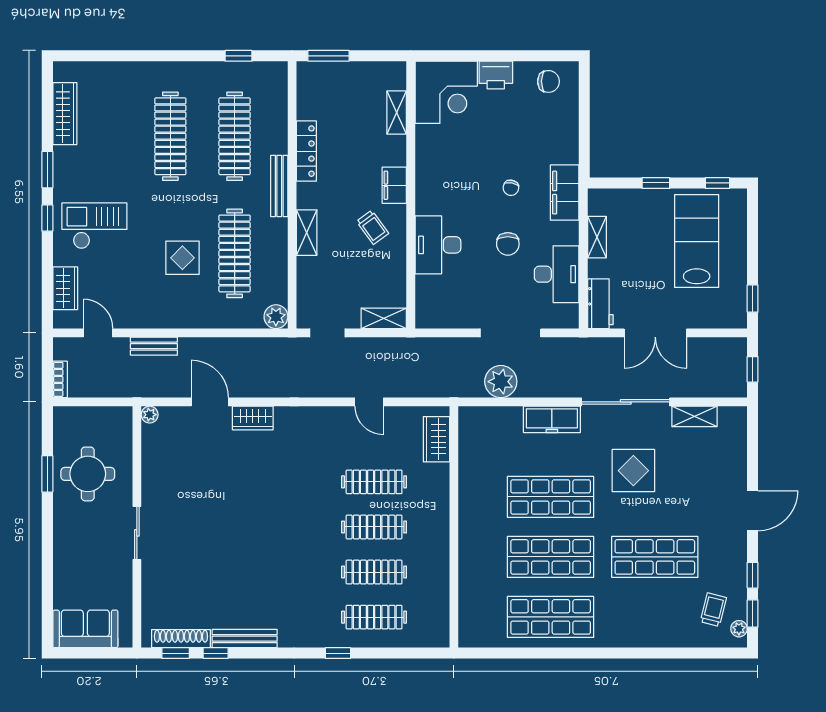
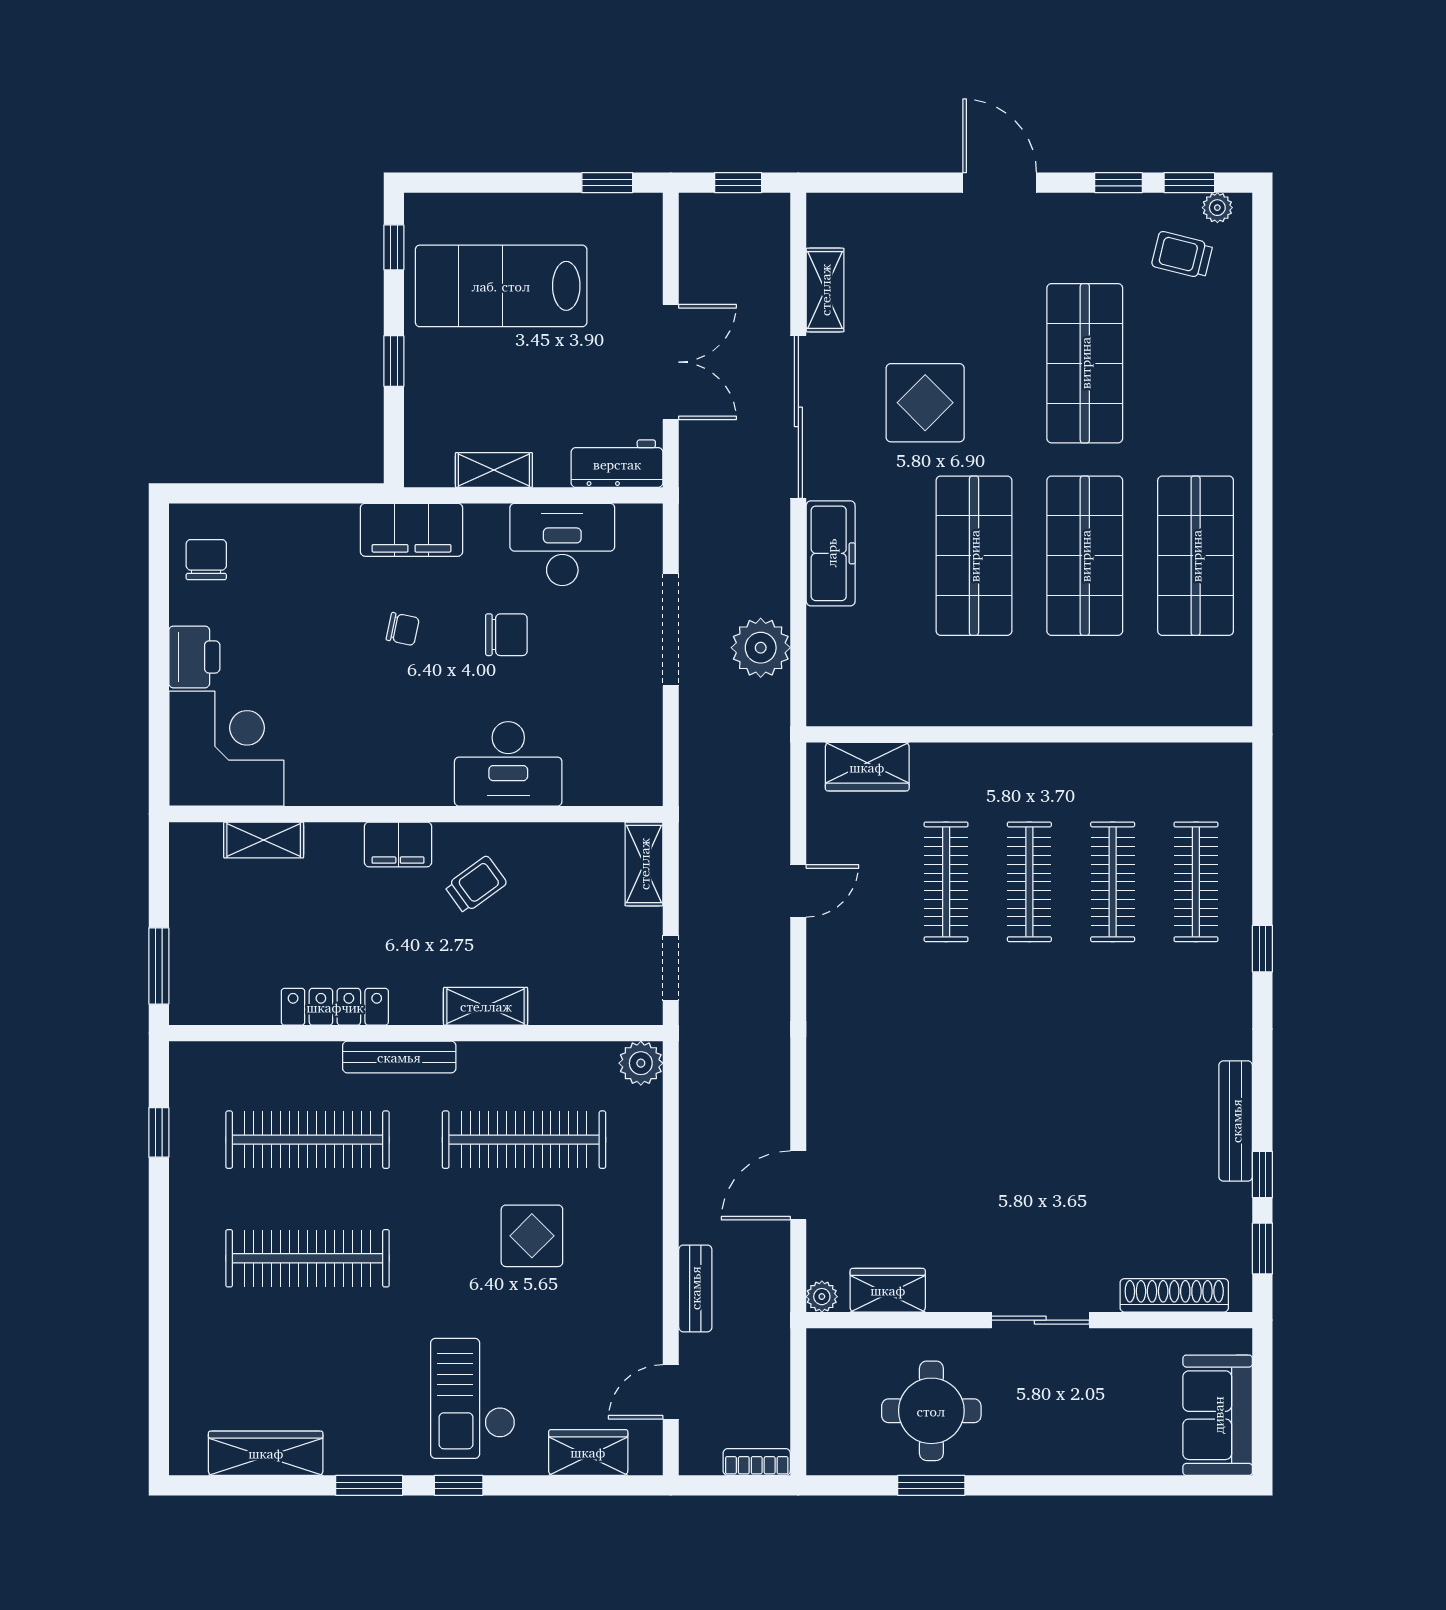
wardrobe: (253, 418) -> (888, 1290), moved, turned -90
shoe rack: (181, 639) -> (1174, 1295), moved, turned 90

